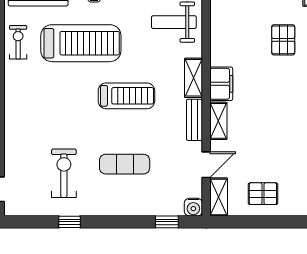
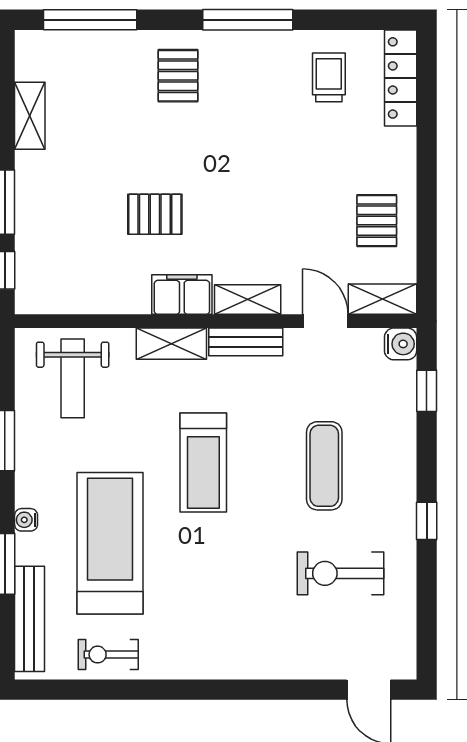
pallet: (283, 40) -> (155, 214), moved
treadmill: (126, 96) -> (203, 462), turned 180
window: (70, 222) -> (427, 521), moved

